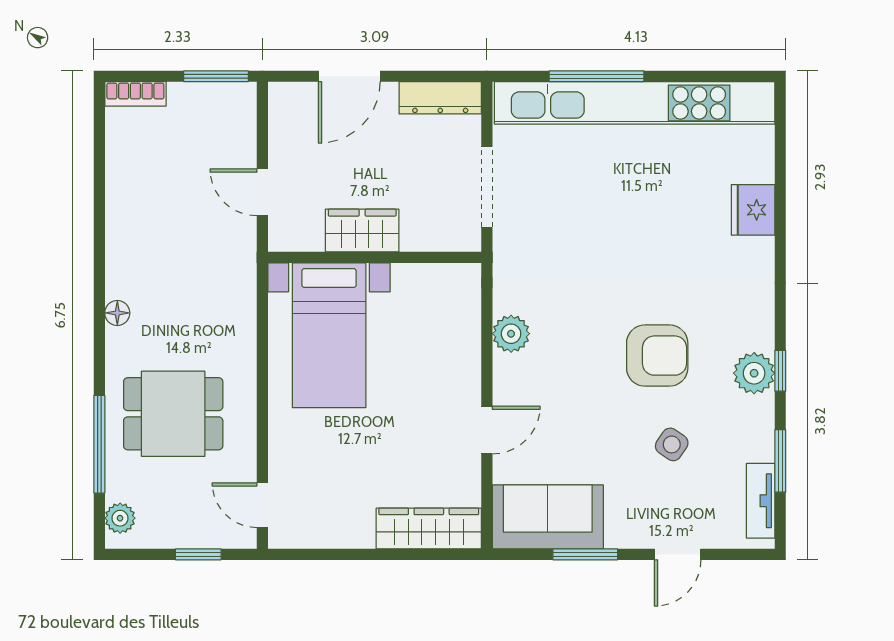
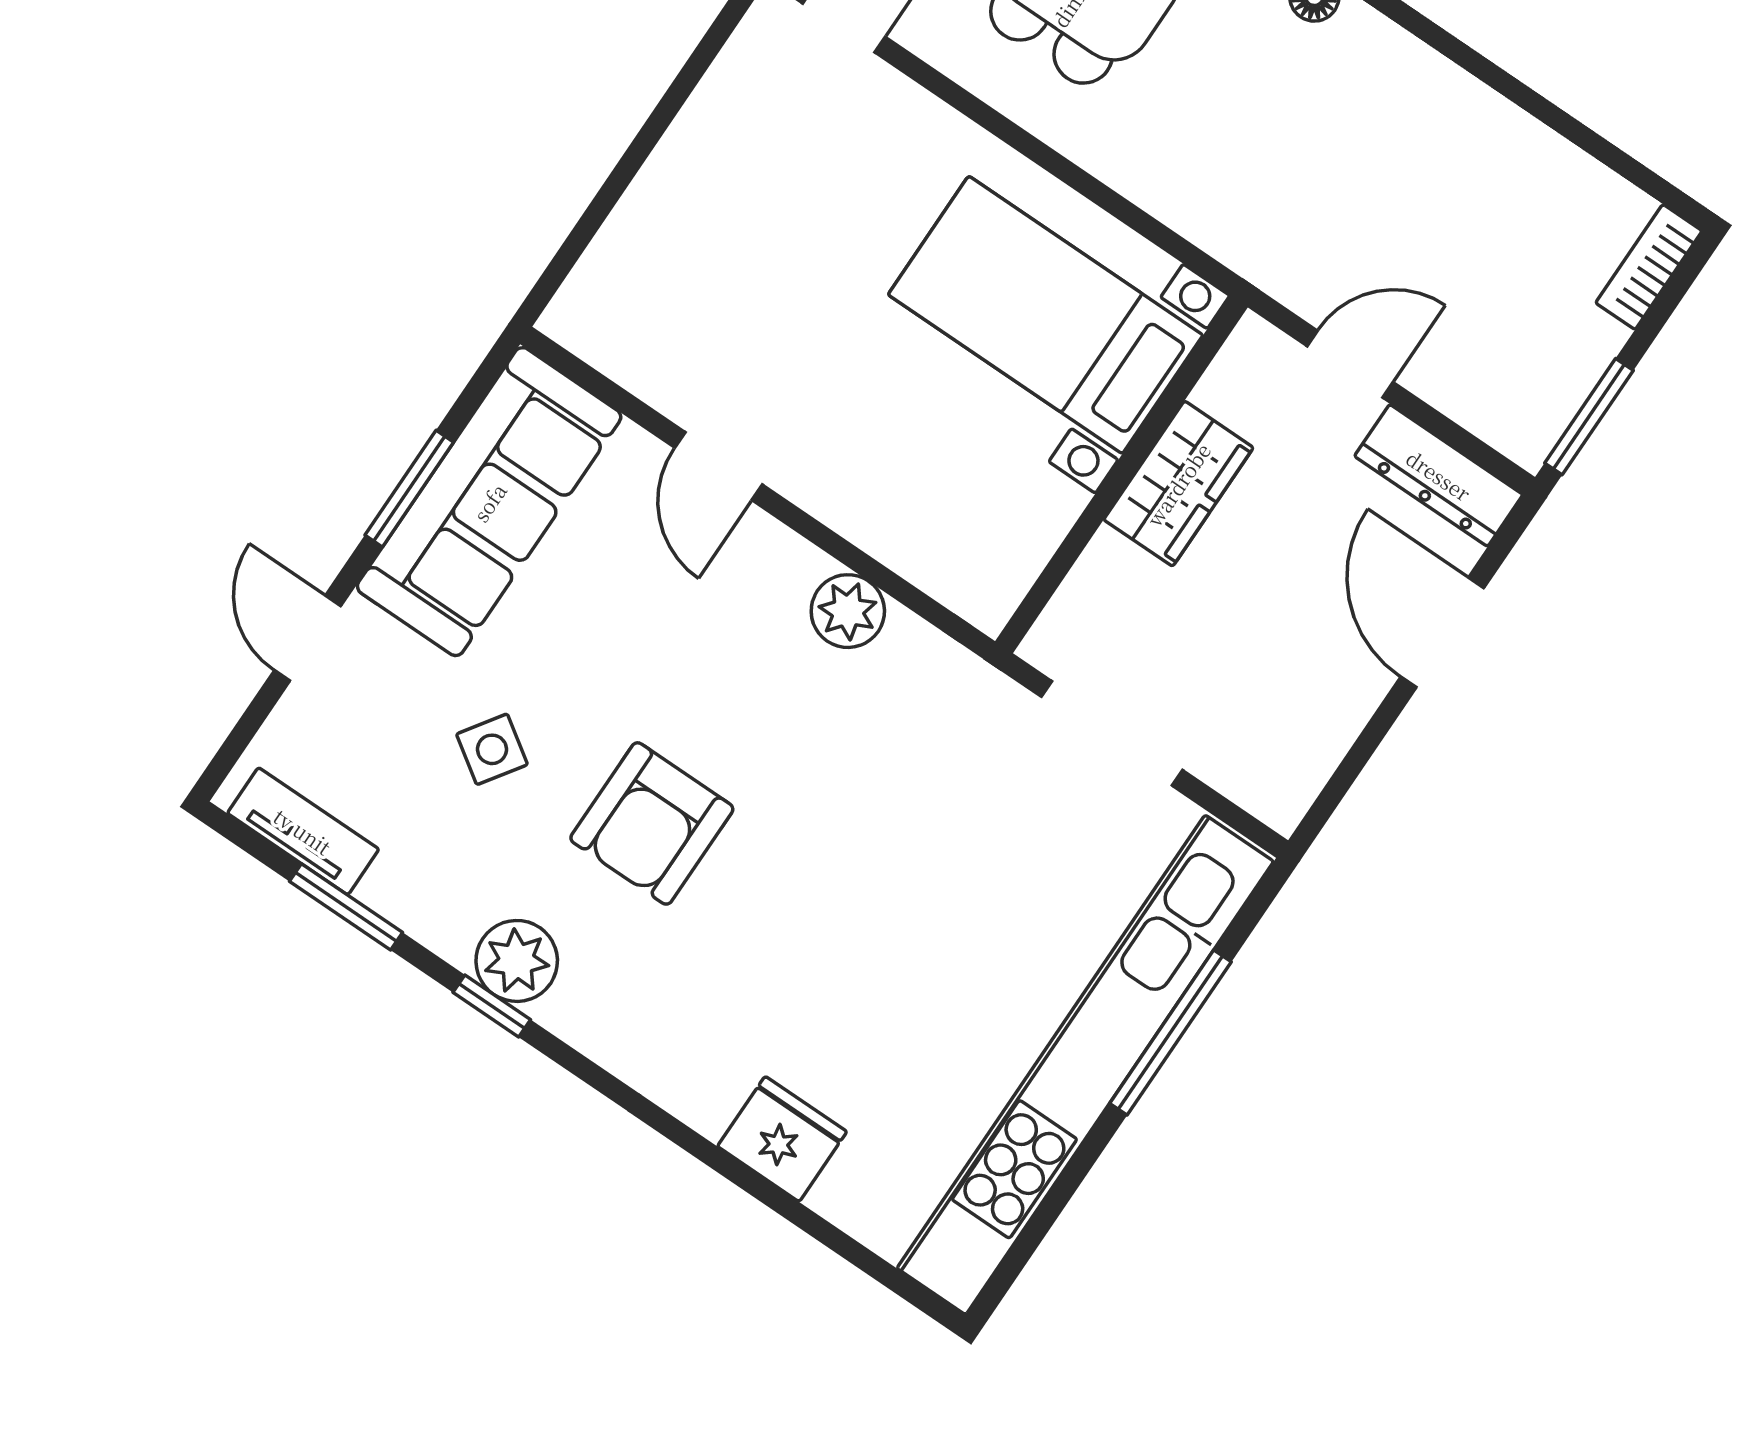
dresser: (440, 98) -> (1439, 475), moved, turned -90
sofa: (548, 517) -> (489, 502), width x1.36
wardrobe: (429, 529) -> (623, 264), removed

